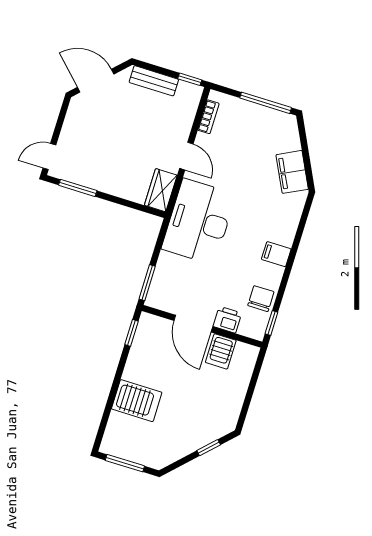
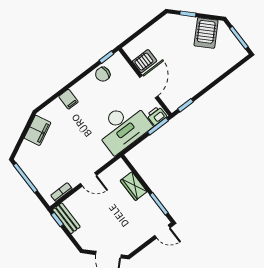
bench: (154, 81) -> (66, 218), moved
door: (186, 156) -> (88, 179), swing flipped
wardrobe: (161, 190) -> (134, 186), moved, turned 90
desk: (199, 222) -> (123, 127), moved
filing cabinet: (276, 254) -> (68, 99), moved
printer: (227, 320) -> (157, 116), moved, turned 90
server rack: (137, 401) -> (206, 33), moved, turned -135

